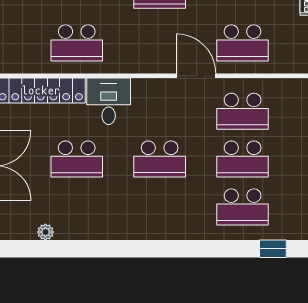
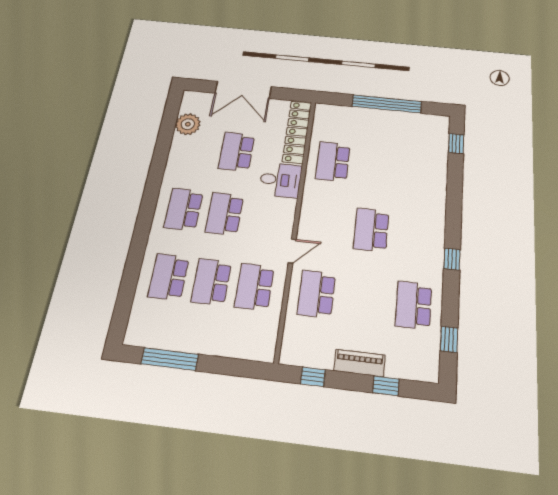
door: (196, 76) -> (292, 251), width x0.73
school desk: (160, 207) -> (184, 209), added
plant: (45, 232) -> (188, 124), width x1.88, depth x1.88
window: (273, 249) -> (125, 299), removed

